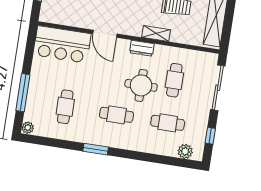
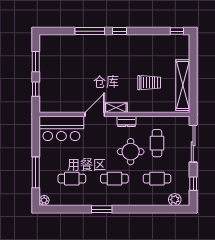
shelving: (156, 33) -> (116, 108), moved
door: (105, 34) -> (95, 114), swing flipped
cafe table: (65, 107) -> (72, 179), turned 90

